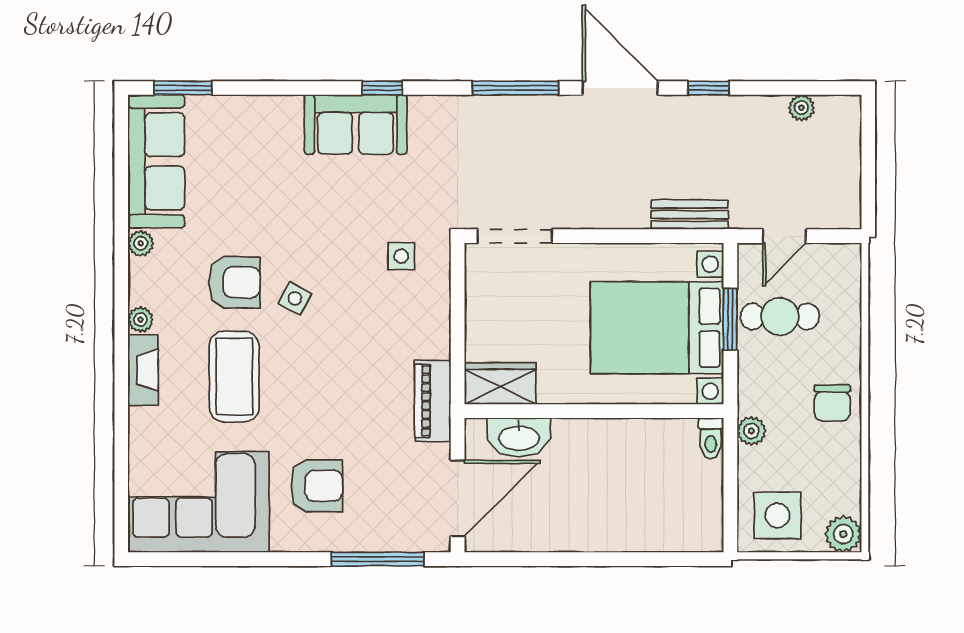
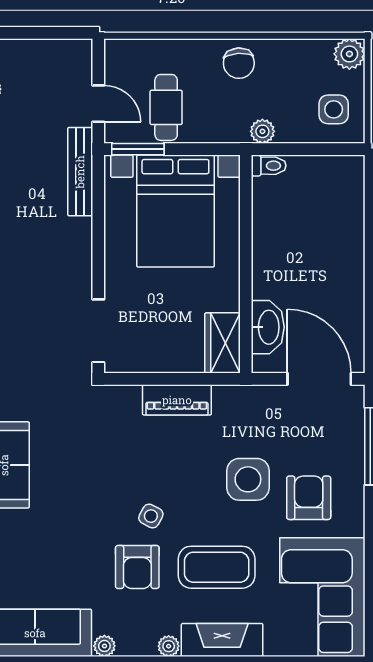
bench: (690, 215) -> (80, 172), width x1.36
side table: (401, 256) -> (248, 479), moved, width x1.87, depth x1.87
armchair: (234, 282) -> (137, 567), turned 180
window: (730, 319) -> (138, 149), moved
fireplace: (143, 370) -> (222, 640), width x1.37, depth x1.32
piano: (433, 401) -> (177, 400), moved
chair: (832, 403) -> (239, 63), turned 86
side table: (777, 515) -> (334, 109), width x0.73, depth x0.73

